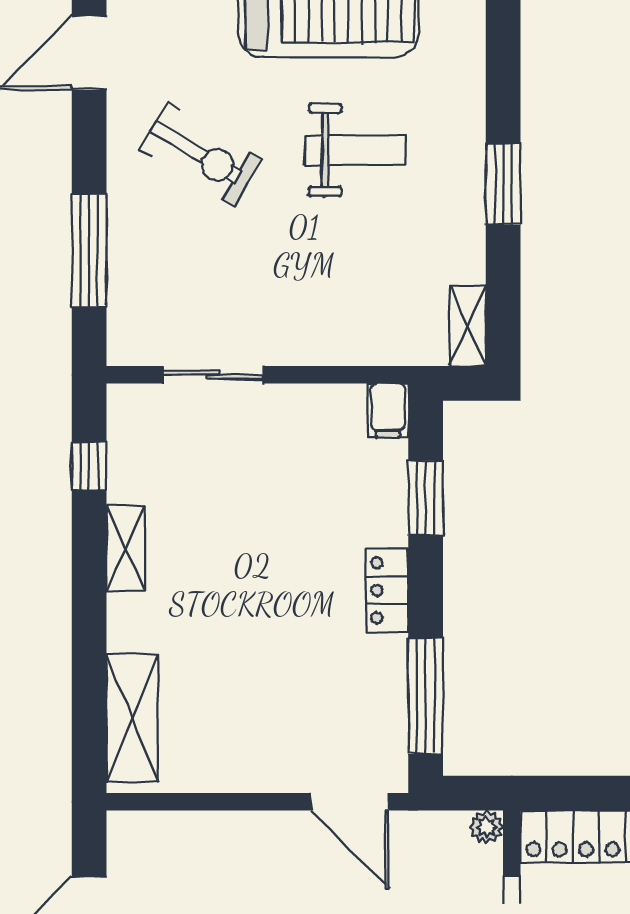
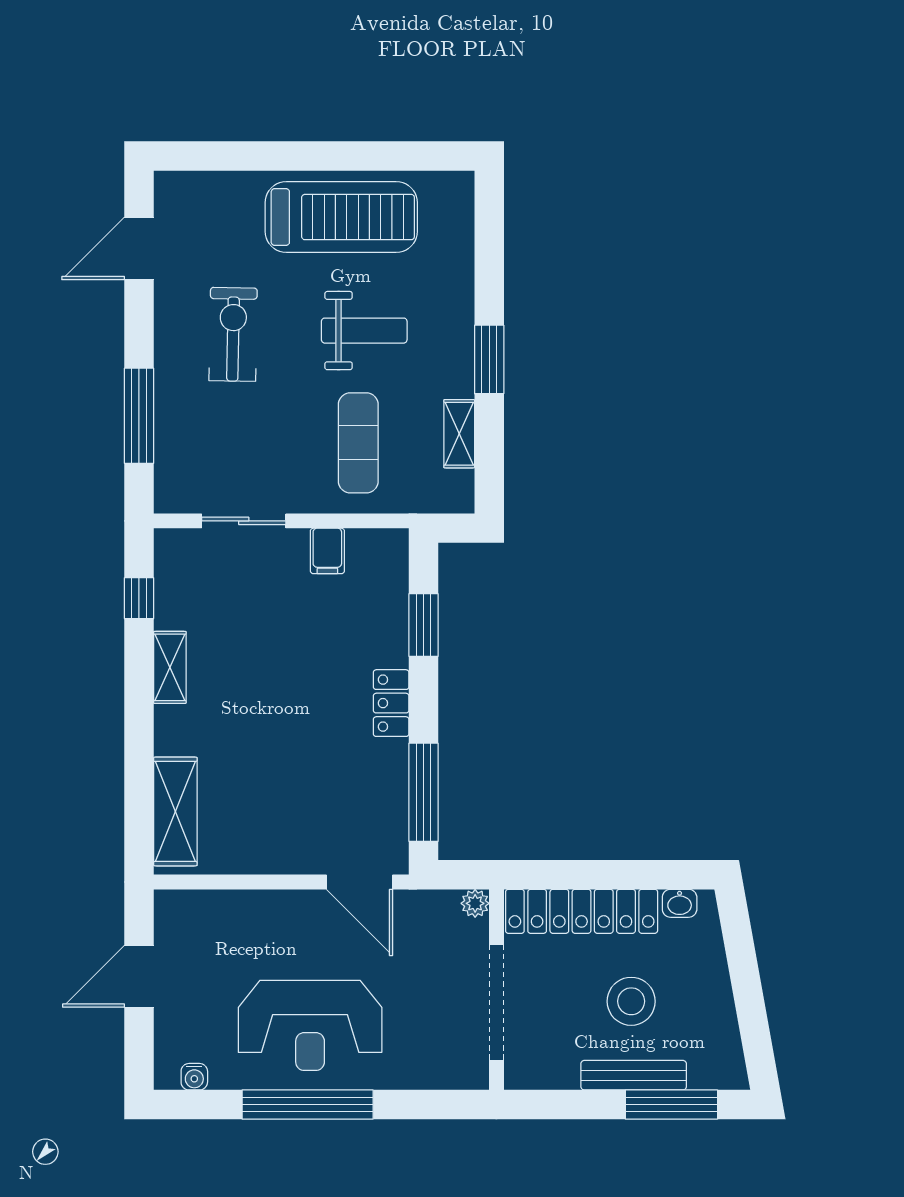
exercise bike: (200, 154) -> (233, 334), turned -120
exercise mat: (348, 283) -> (358, 443), added
shelving: (468, 326) -> (459, 434), moved
filing cabinet: (388, 410) -> (327, 551), moved

